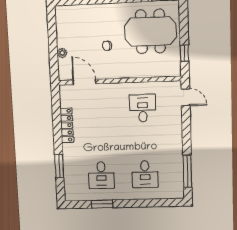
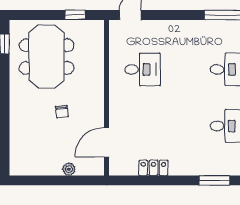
desk: (143, 108) -> (143, 69), turned 180
locker: (67, 125) -> (153, 168), width x0.66

